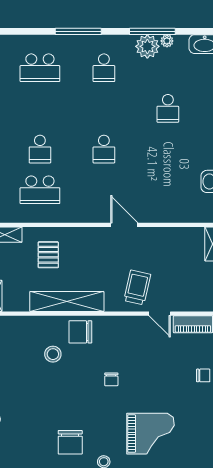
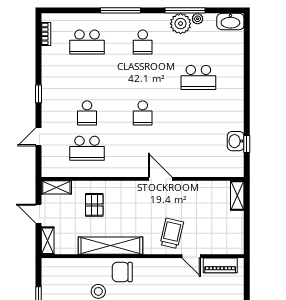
school desk: (168, 108) -> (198, 77), width x1.85

